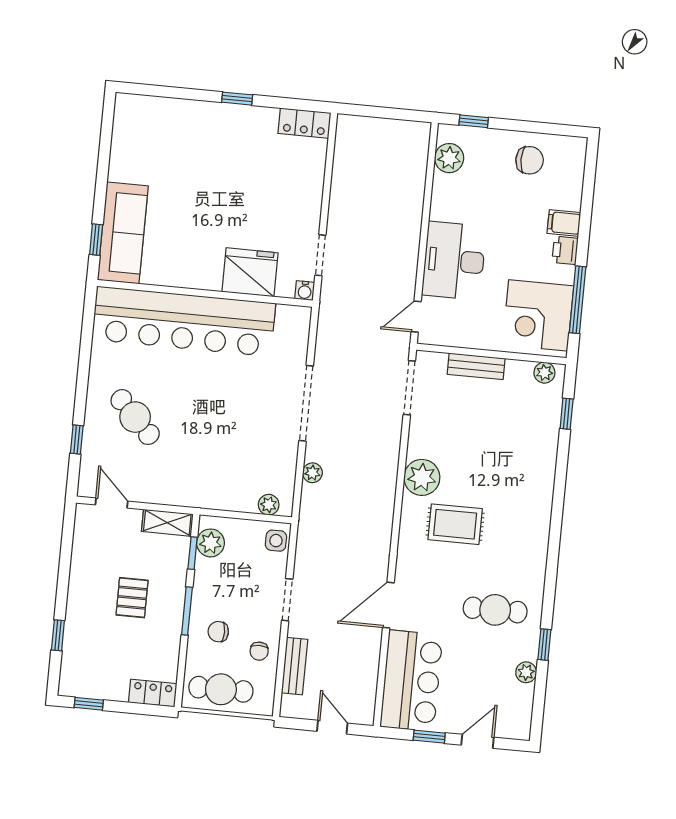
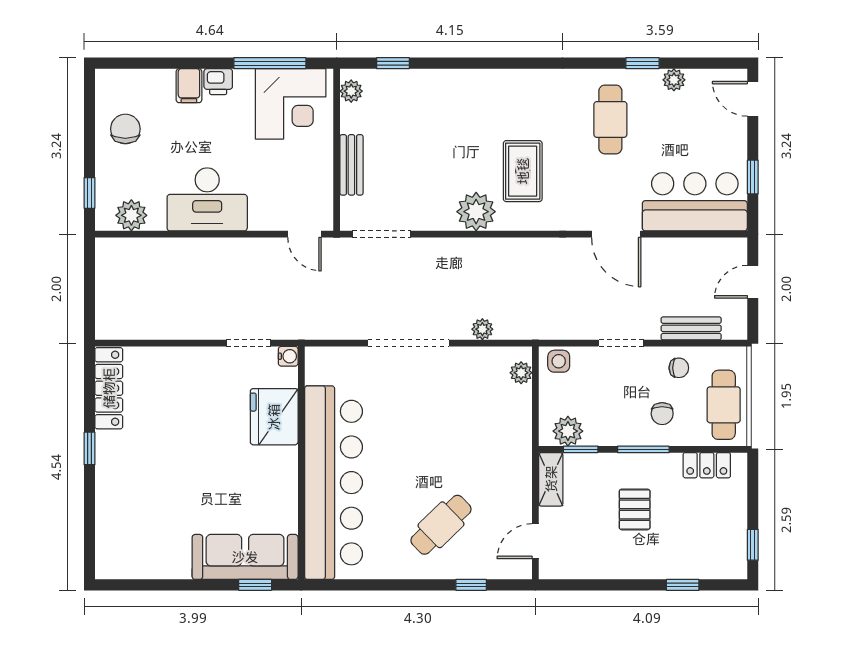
locker: (304, 123) -> (109, 388), width x1.53
desk: (454, 261) -> (207, 199), moved
pallet: (132, 598) -> (635, 509), turned 90
locker: (153, 693) -> (707, 465), moved, turned -90
door: (477, 741) -> (753, 99), moved

